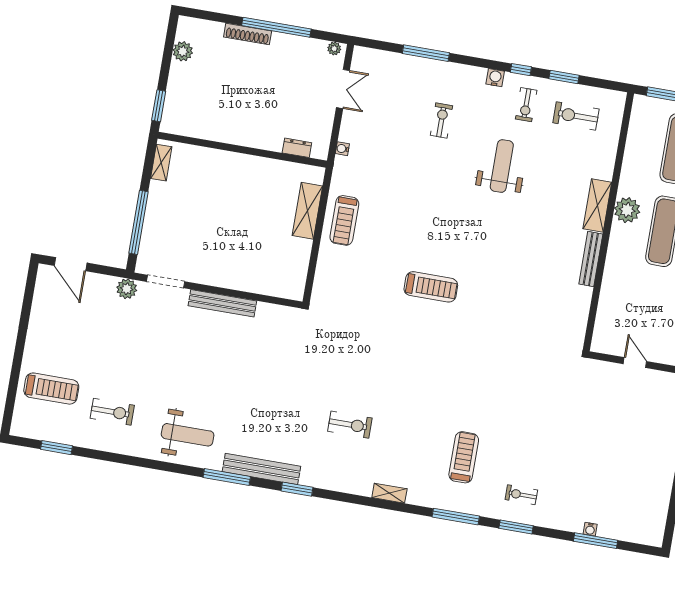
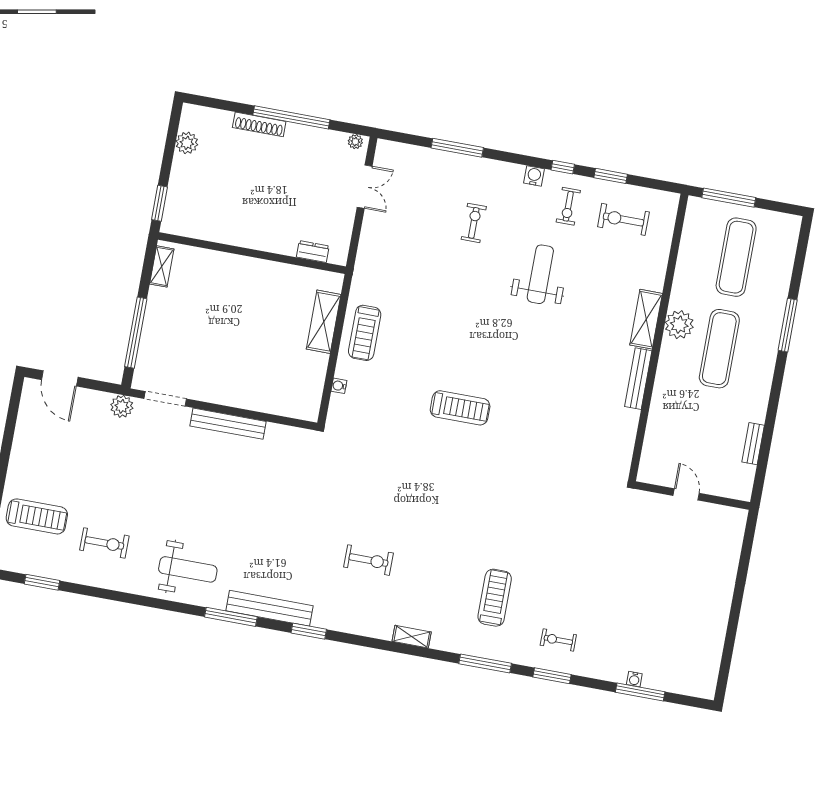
water cooler: (342, 149) -> (339, 386), moved

